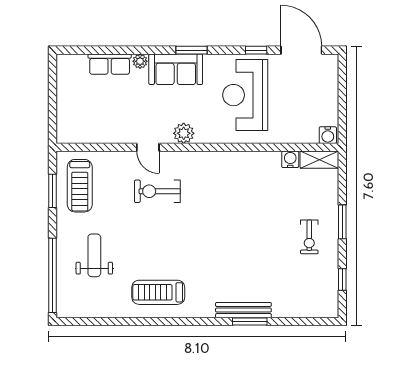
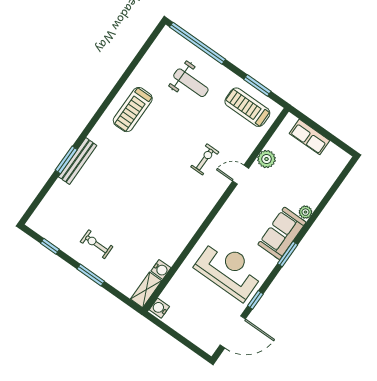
row of seats: (110, 64) -> (310, 137), moved, turned -90
plant: (184, 133) -> (267, 159), moved
exercise bike: (157, 191) -> (205, 159), width x0.73, depth x0.72
treadmill: (158, 292) -> (133, 110), turned 180

